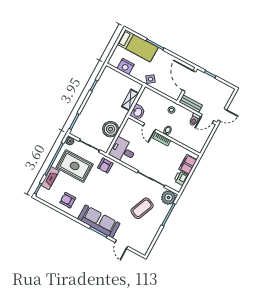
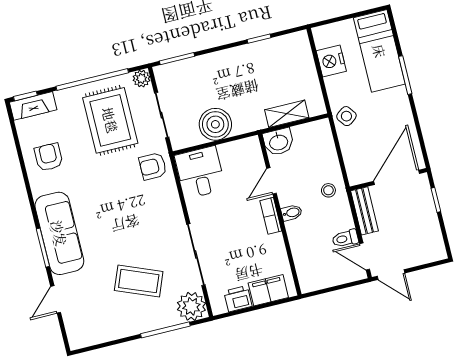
fireplace: (50, 178) -> (33, 106), moved

